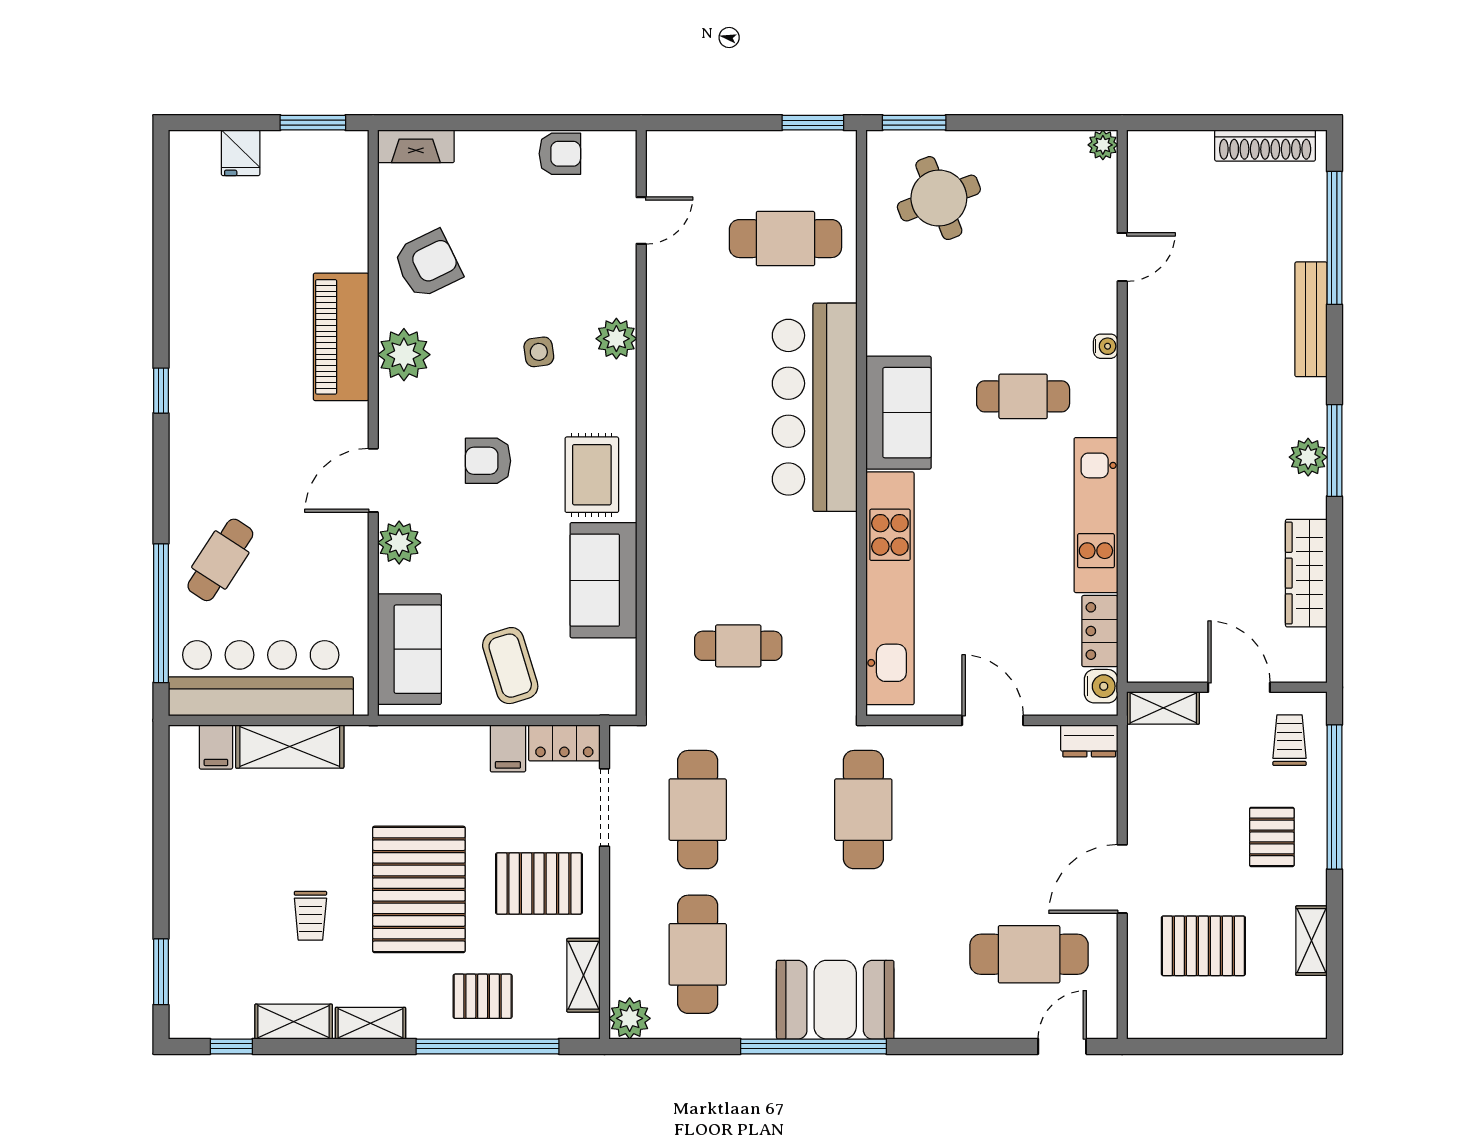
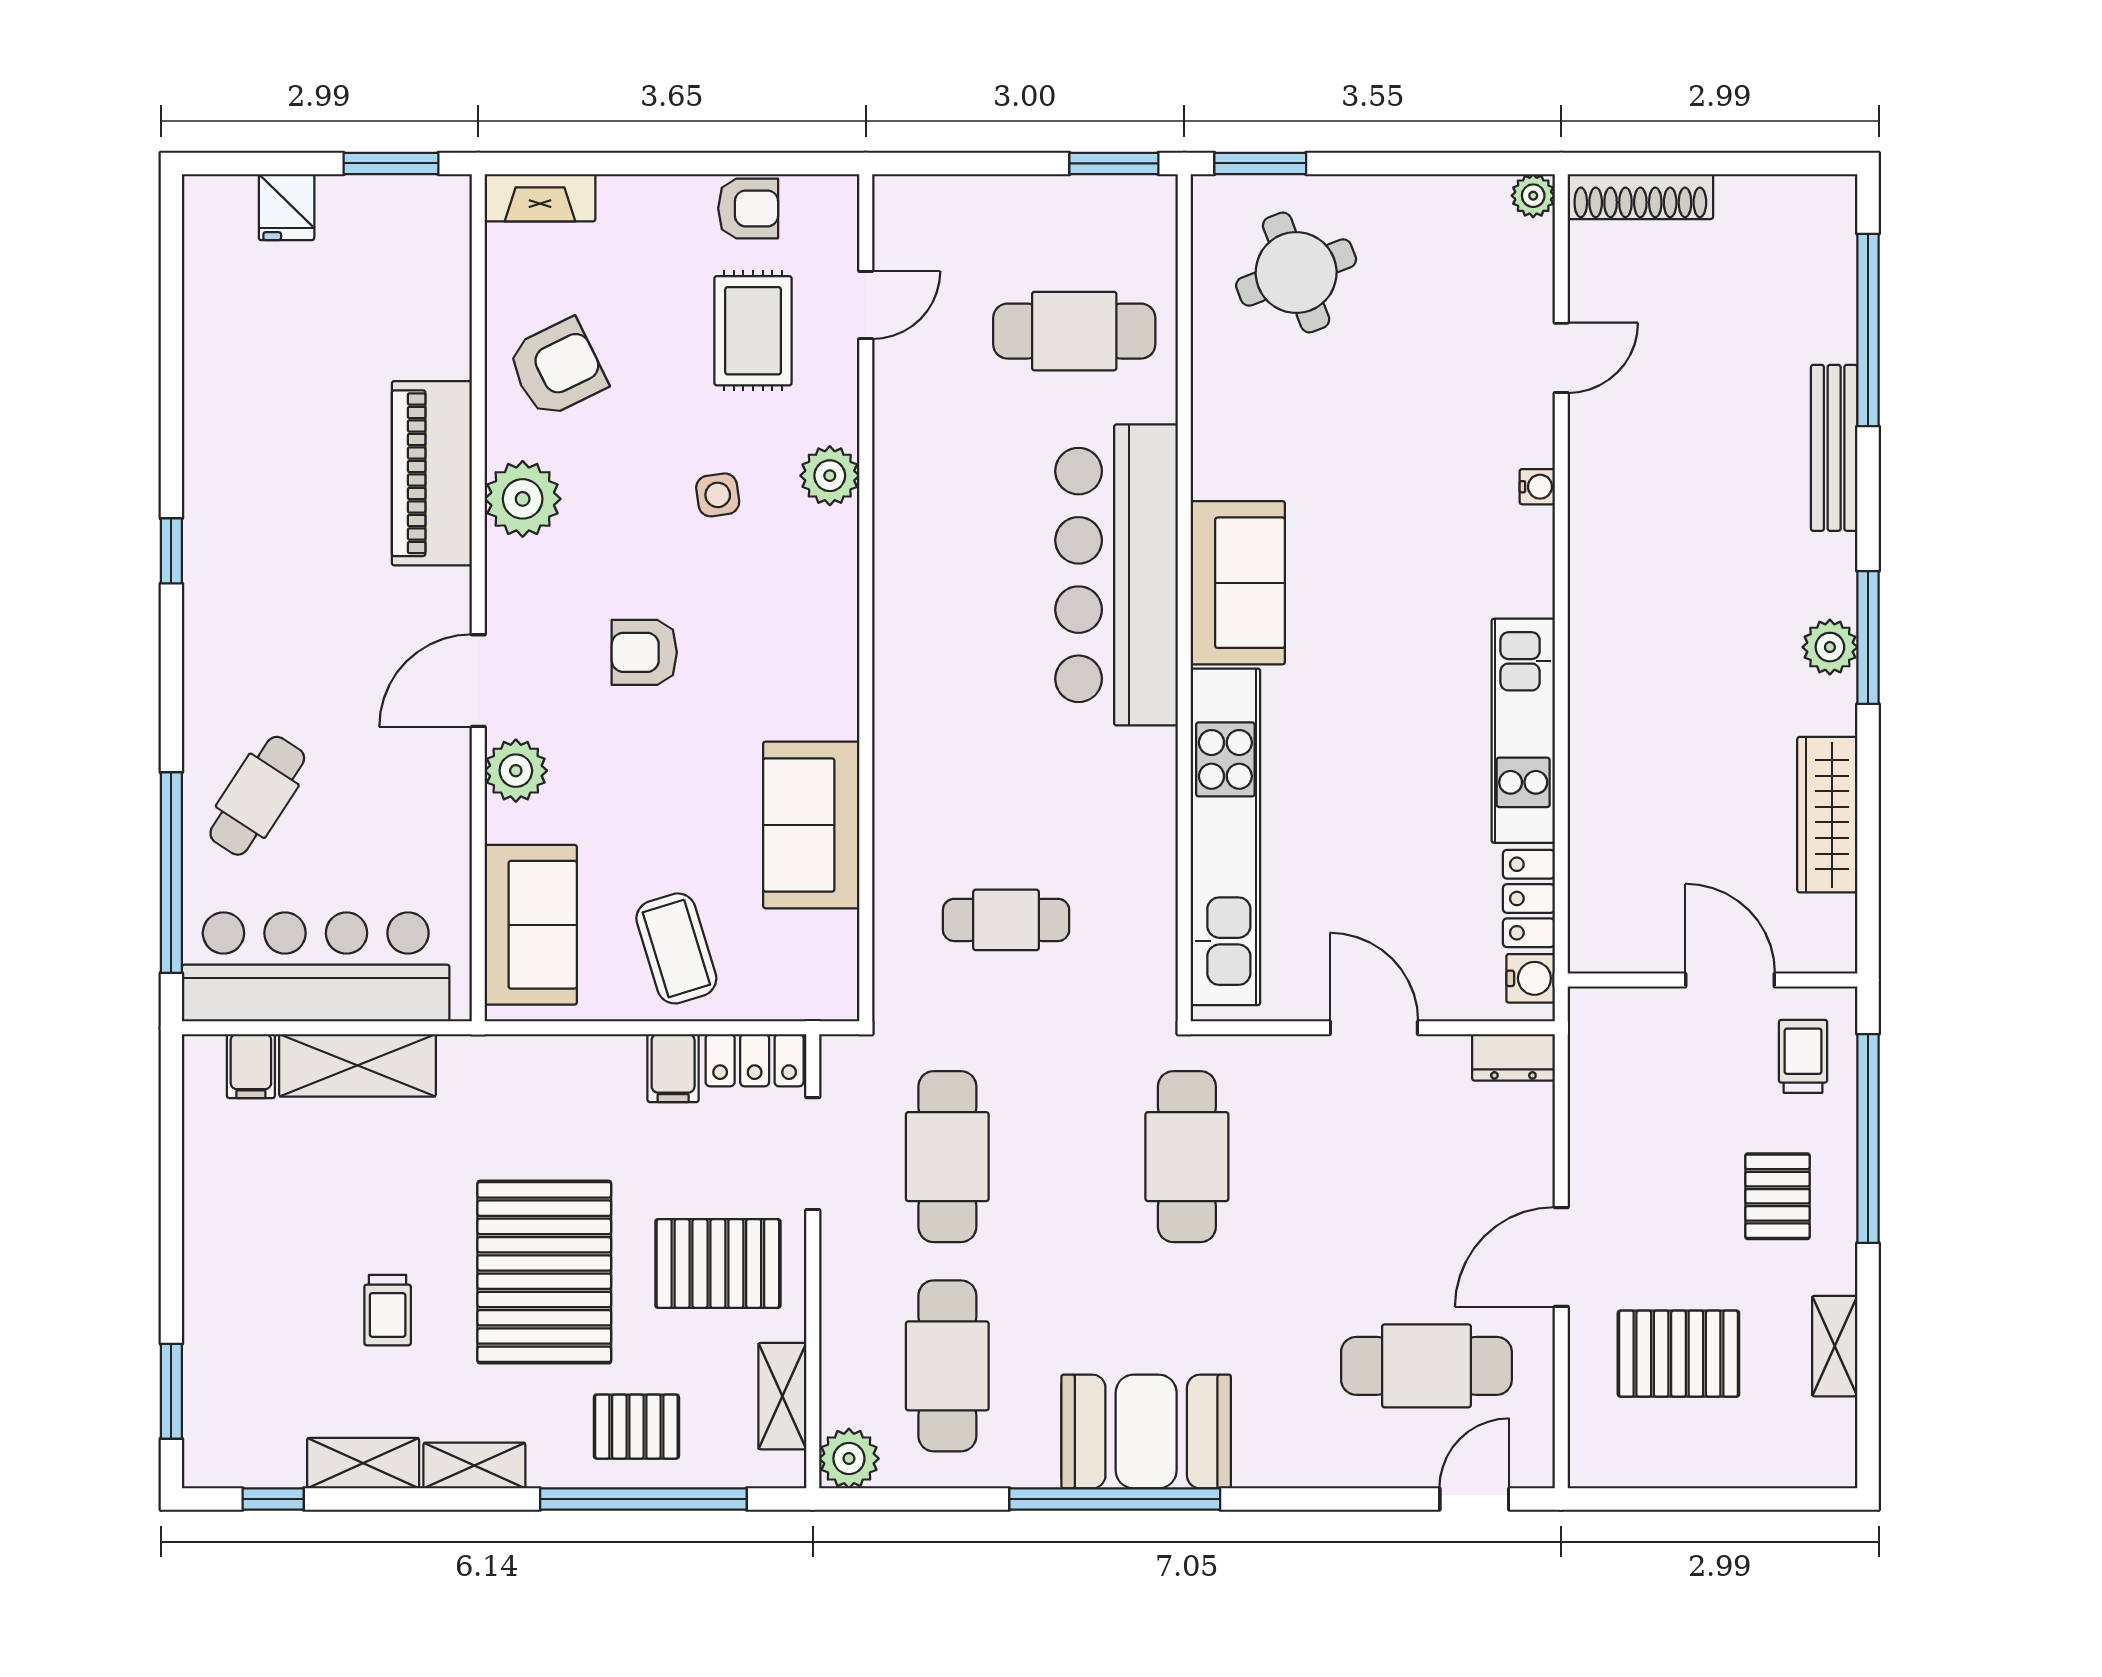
shoe rack: (1265, 145) -> (1640, 197), moved
cafe table: (1023, 396) -> (1418, 559), removed
rug: (592, 475) -> (753, 331), moved
shelving: (1163, 708) -> (1621, 1010), removed

